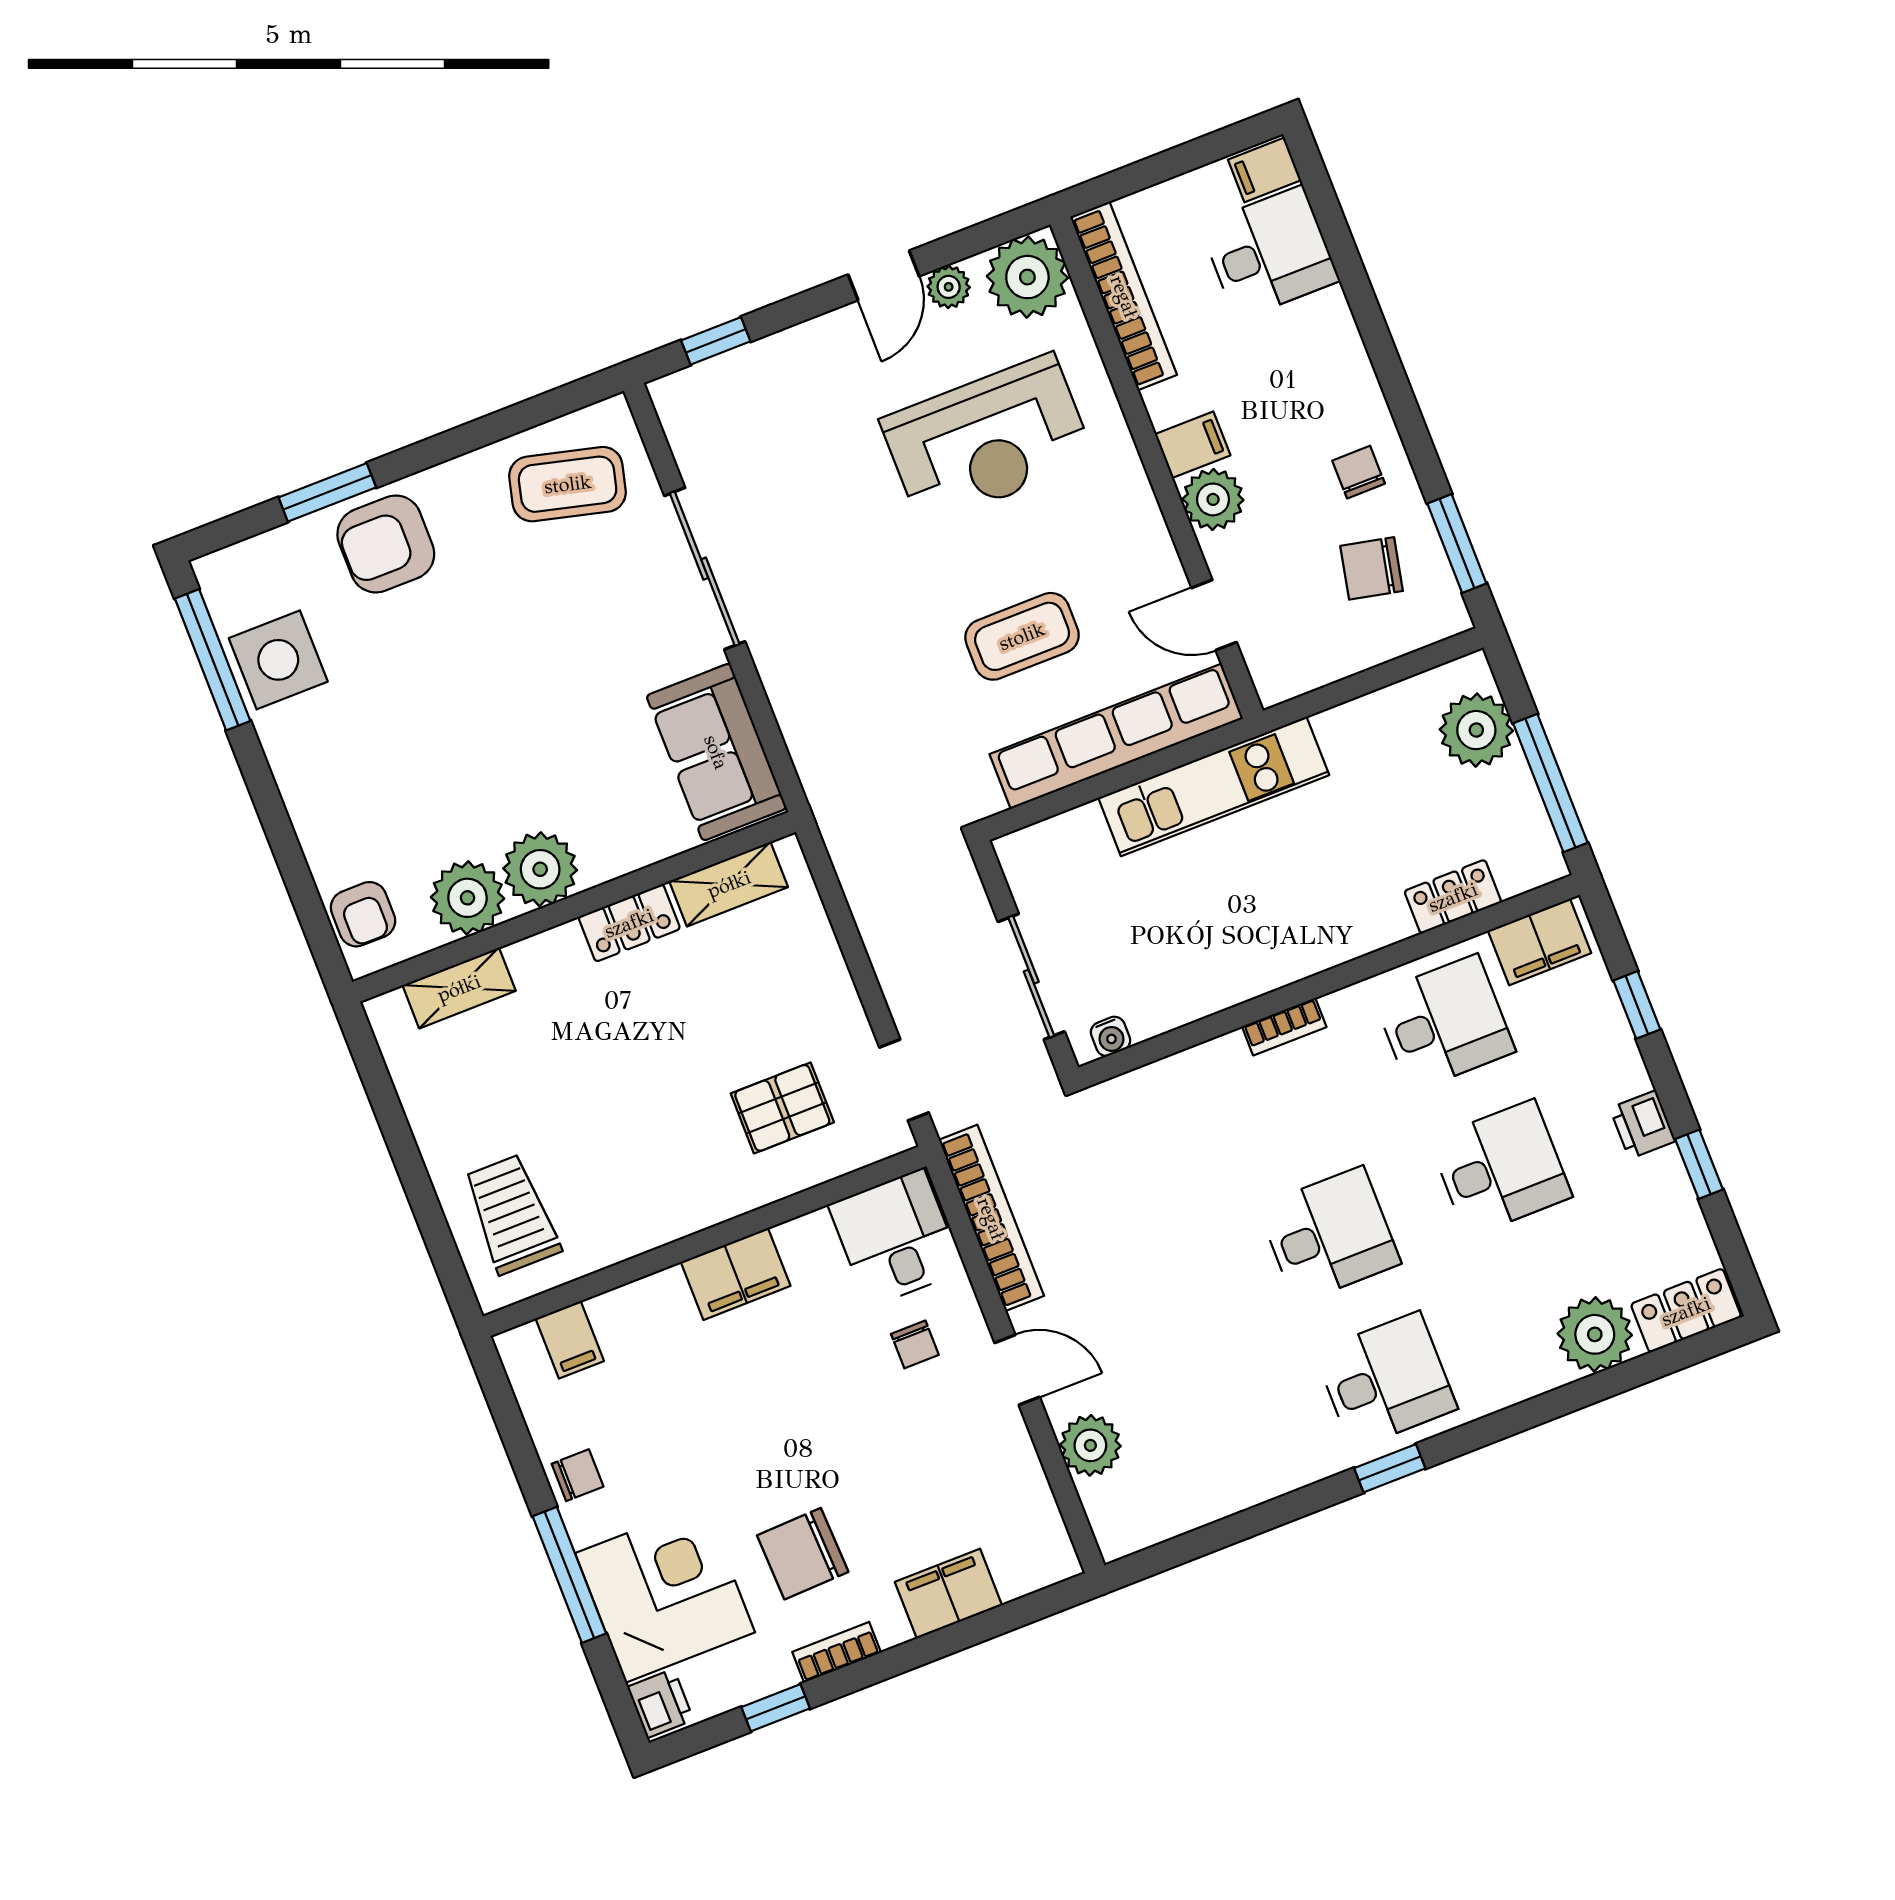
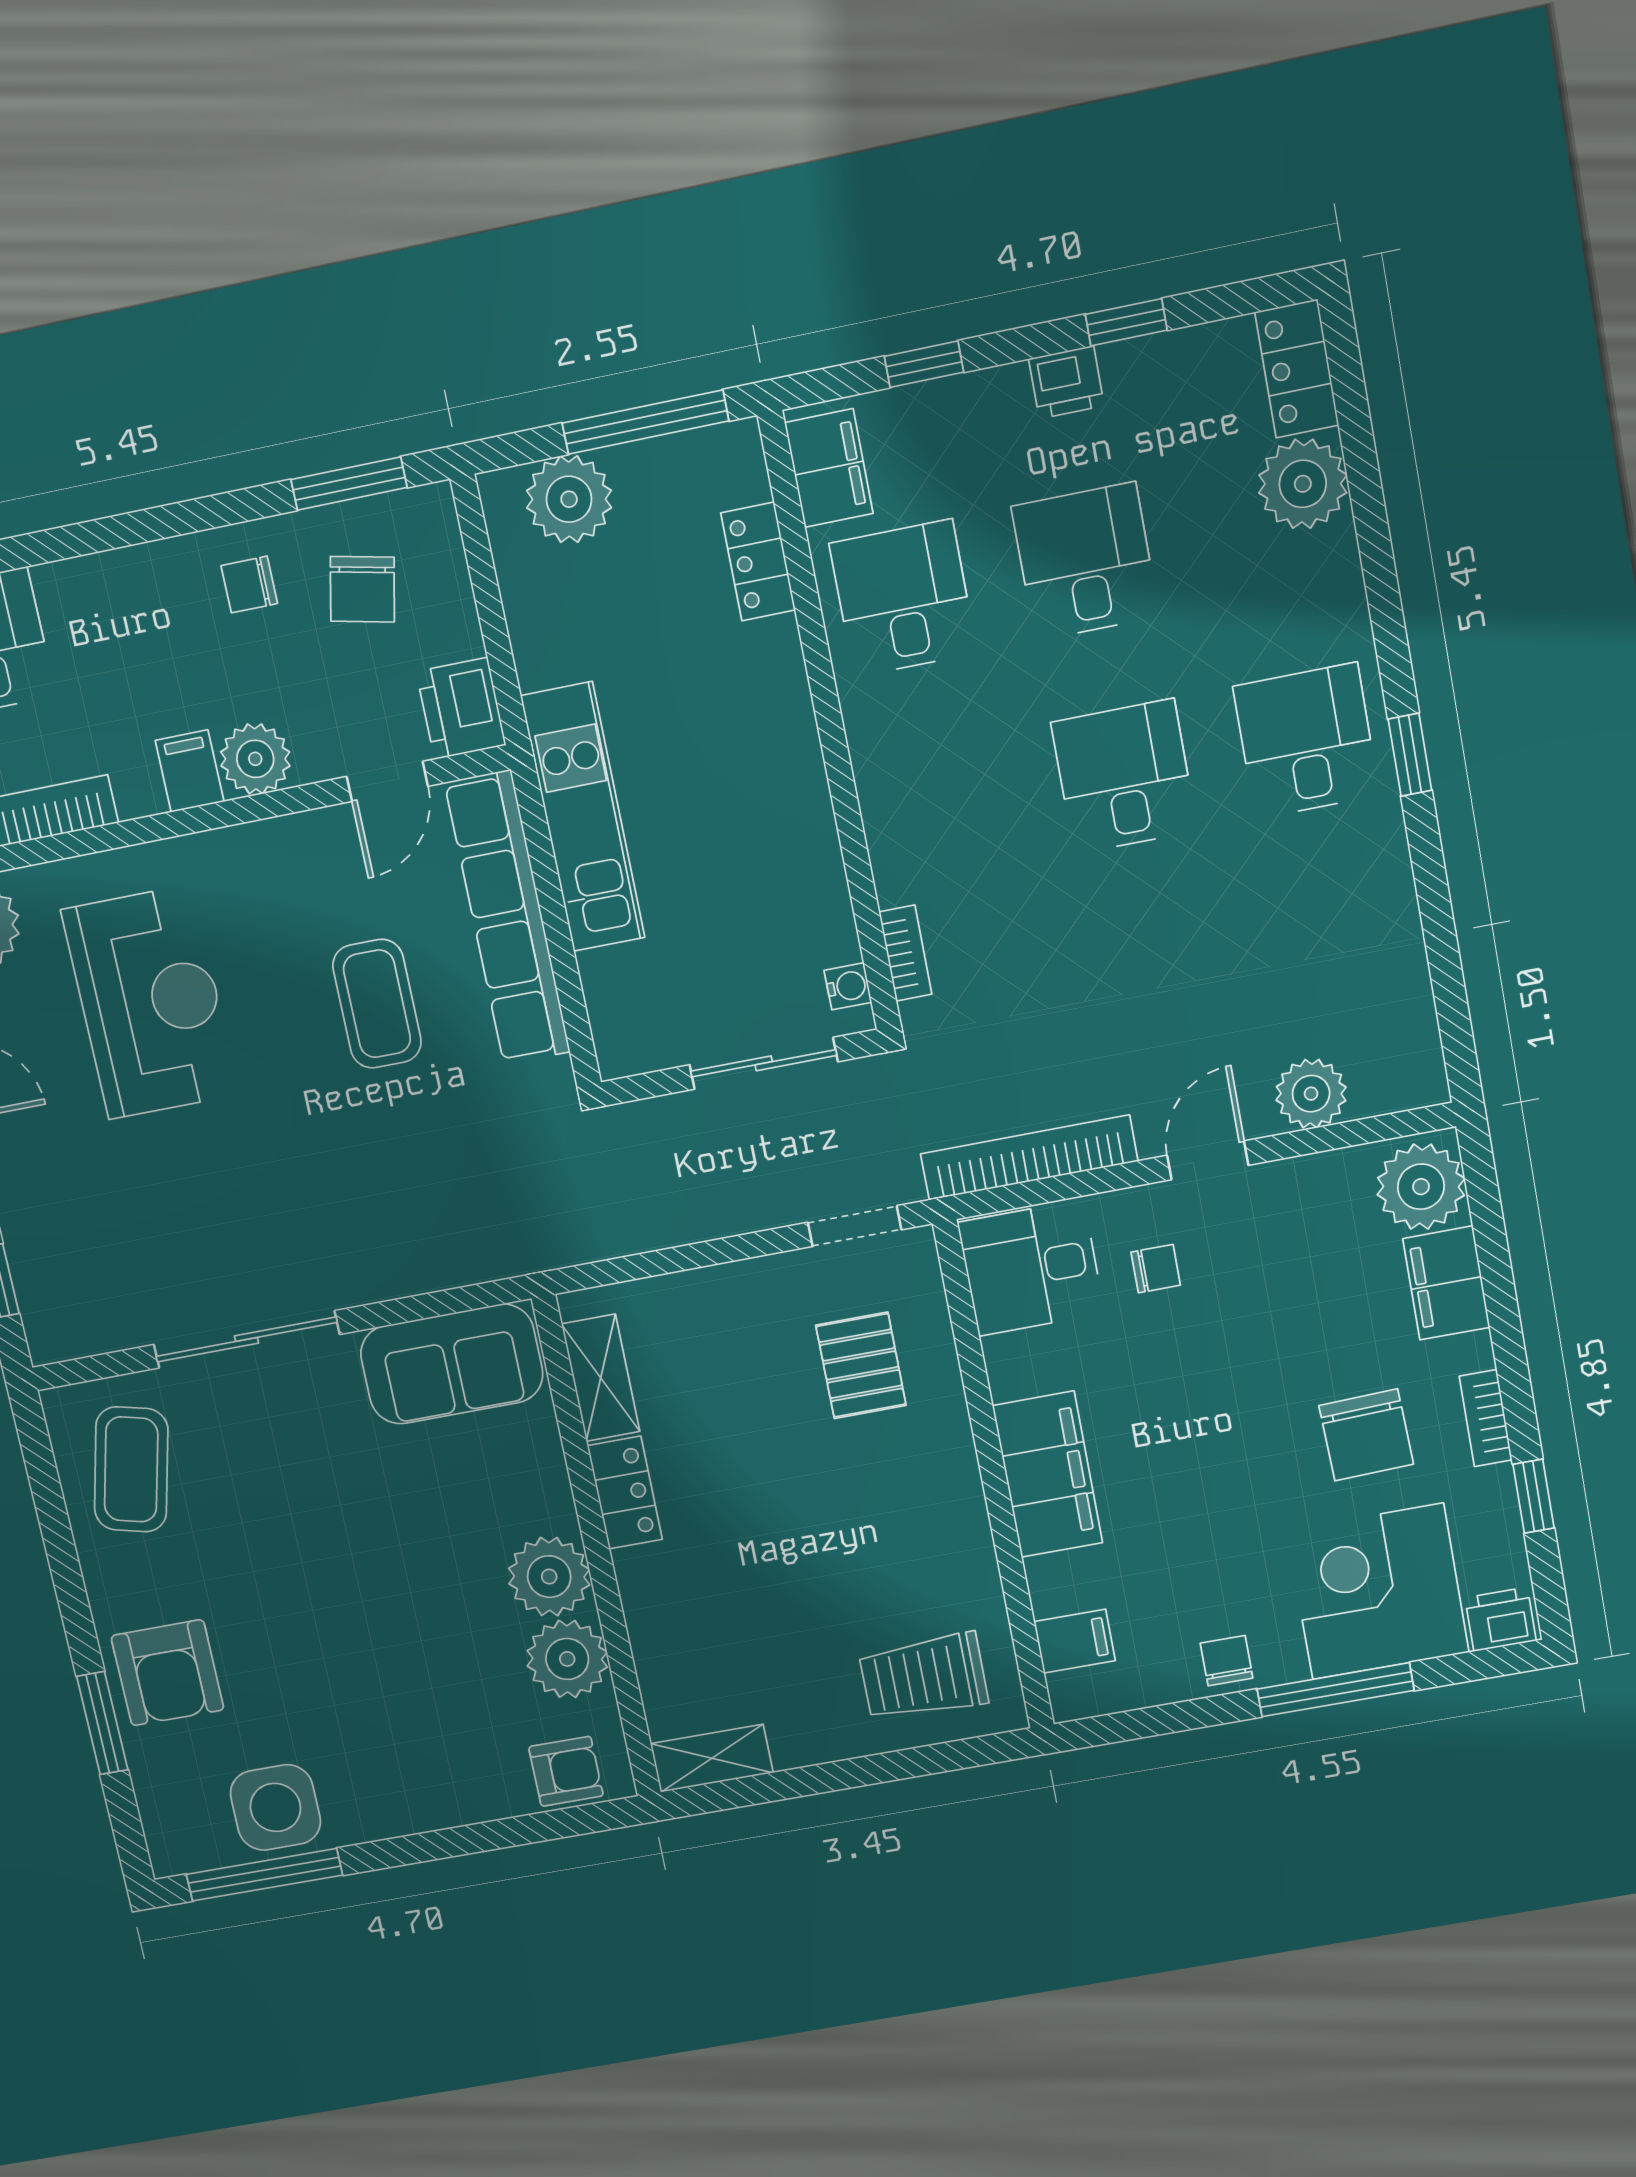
printer: (1287, 668) -> (461, 708), added
shelving: (459, 988) -> (712, 1758), moved, turned 90
bookcase: (1284, 1027) -> (905, 953), moved
filing cabinet: (736, 1274) -> (1048, 1474), width x1.50, depth x1.17
plant: (1028, 1555) -> (1421, 1187), added

